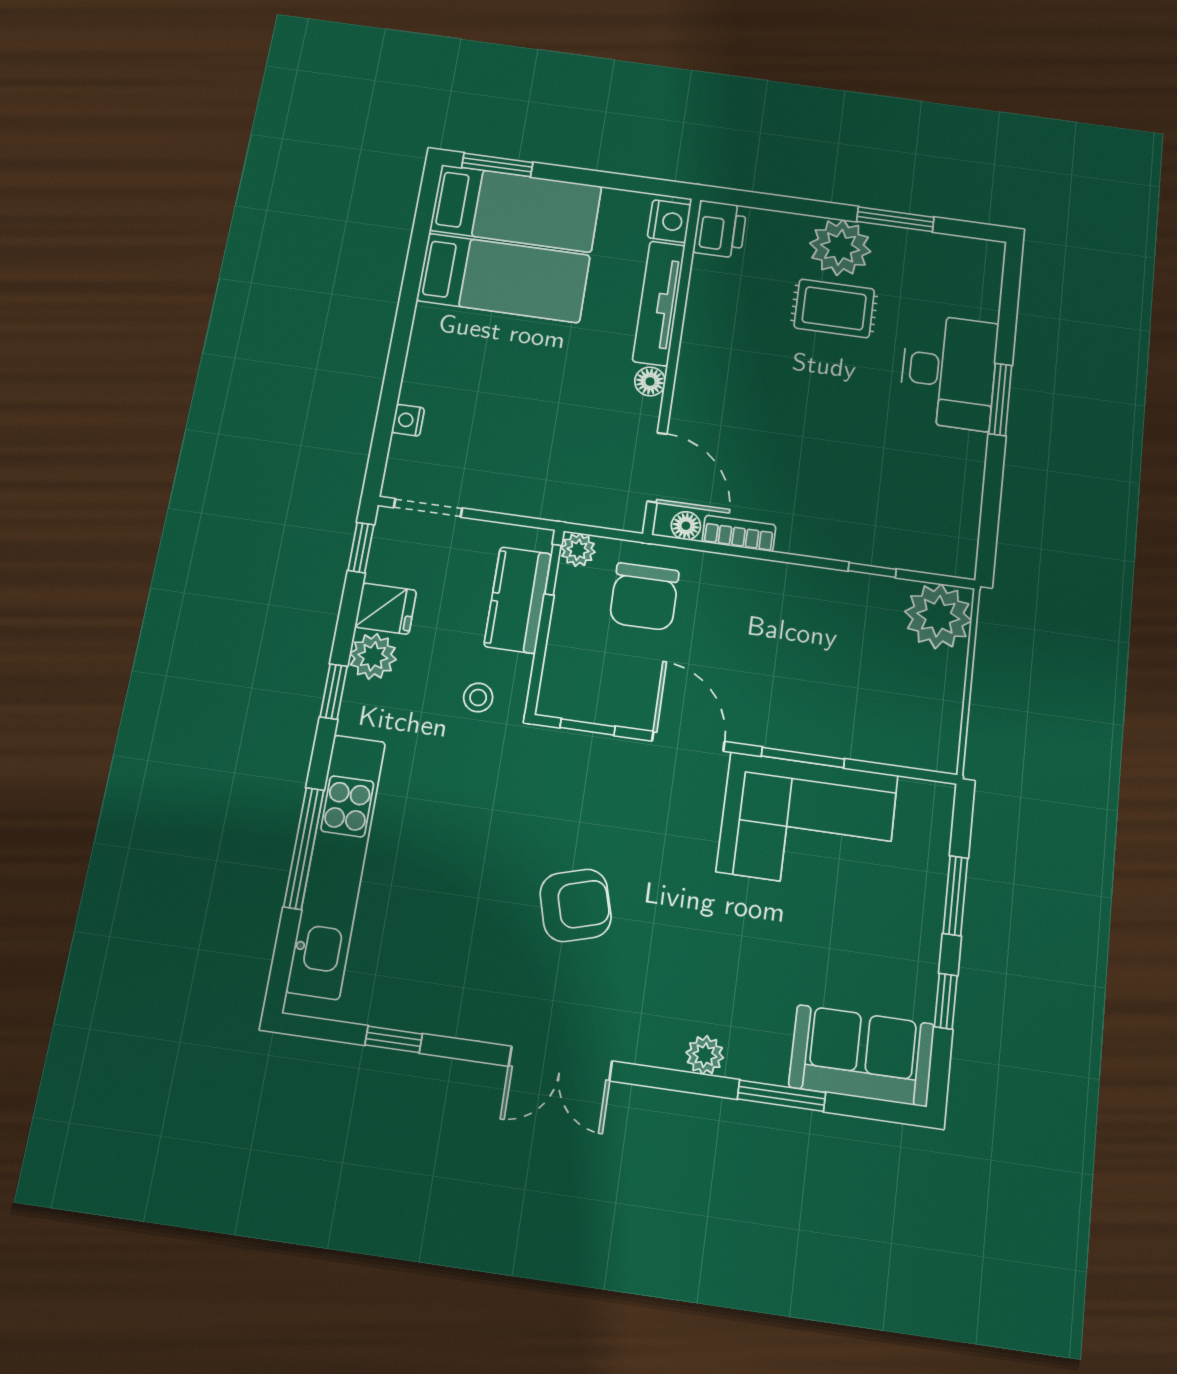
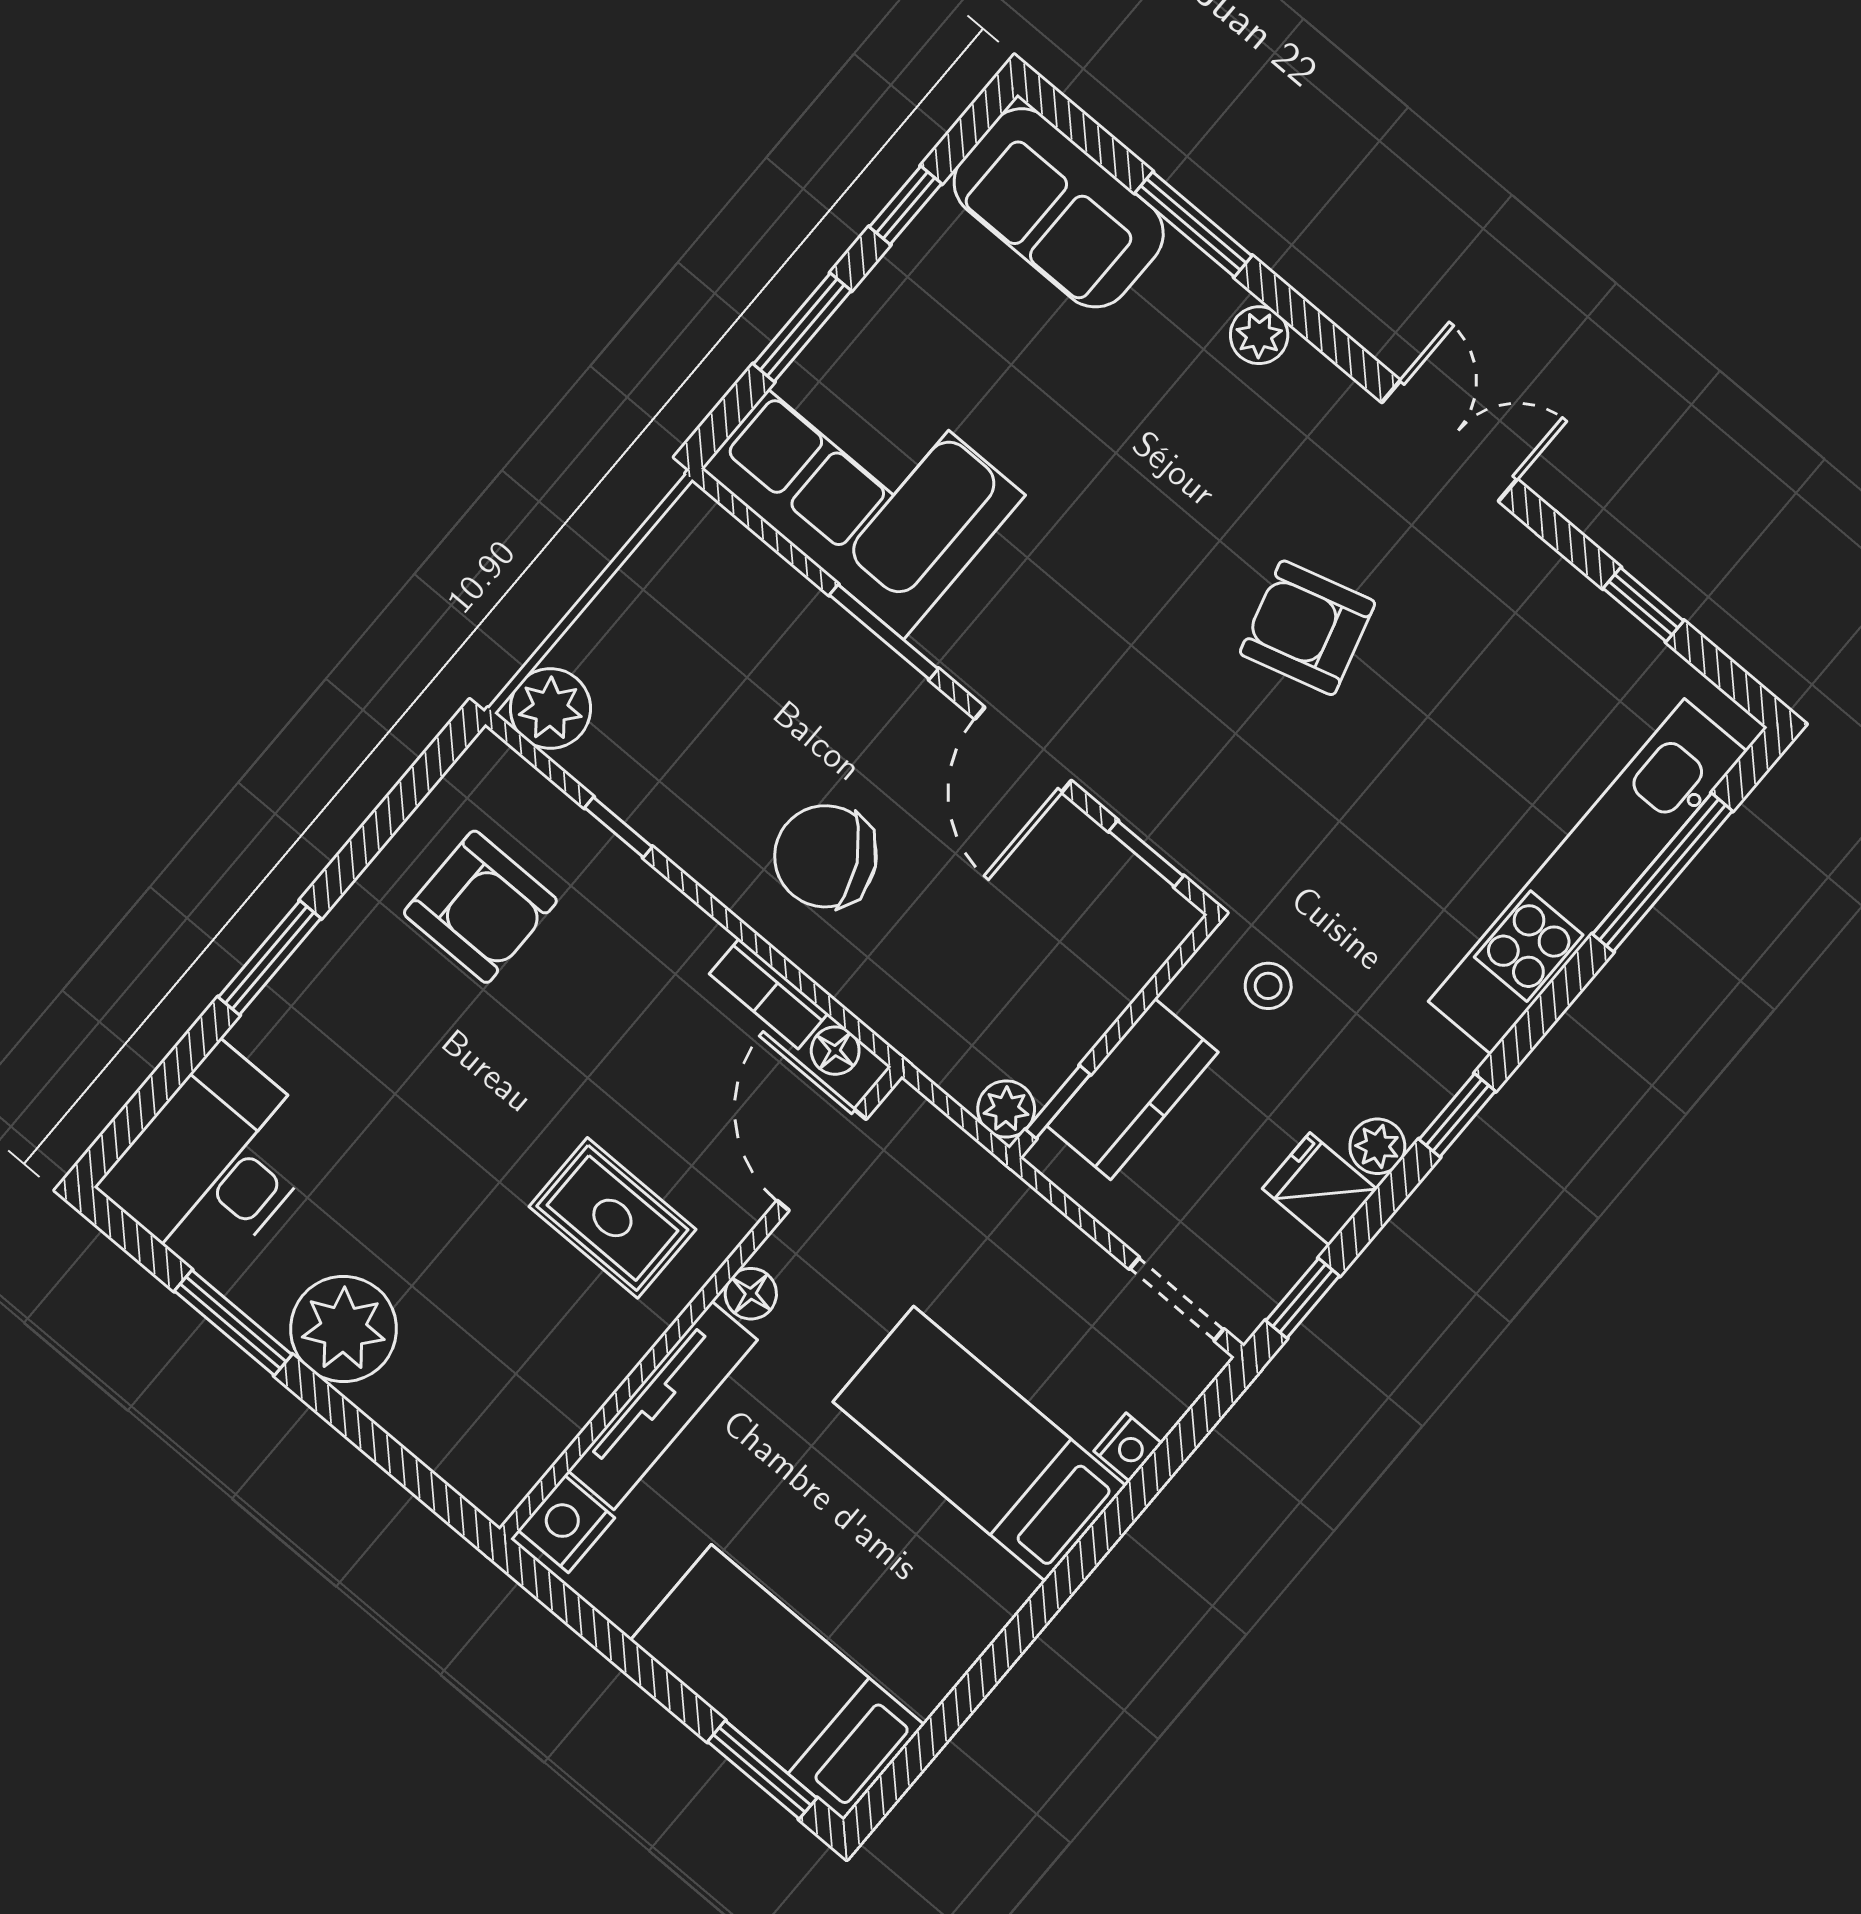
printer: (720, 229) -> (500, 1466), removed
bed: (504, 278) -> (980, 1444), moved
rug: (834, 308) -> (612, 1218), moved
desk: (949, 372) -> (215, 1162), moved
armchair: (914, 488) -> (480, 907), added
chair: (644, 597) -> (826, 856), moved, turned -119
plant: (938, 616) -> (550, 709), width x0.73, depth x0.73
plant: (373, 656) -> (1377, 1146), width x0.73, depth x0.73
corner sofa: (807, 823) -> (863, 482), moved
window: (304, 848) -> (1663, 872), moved

